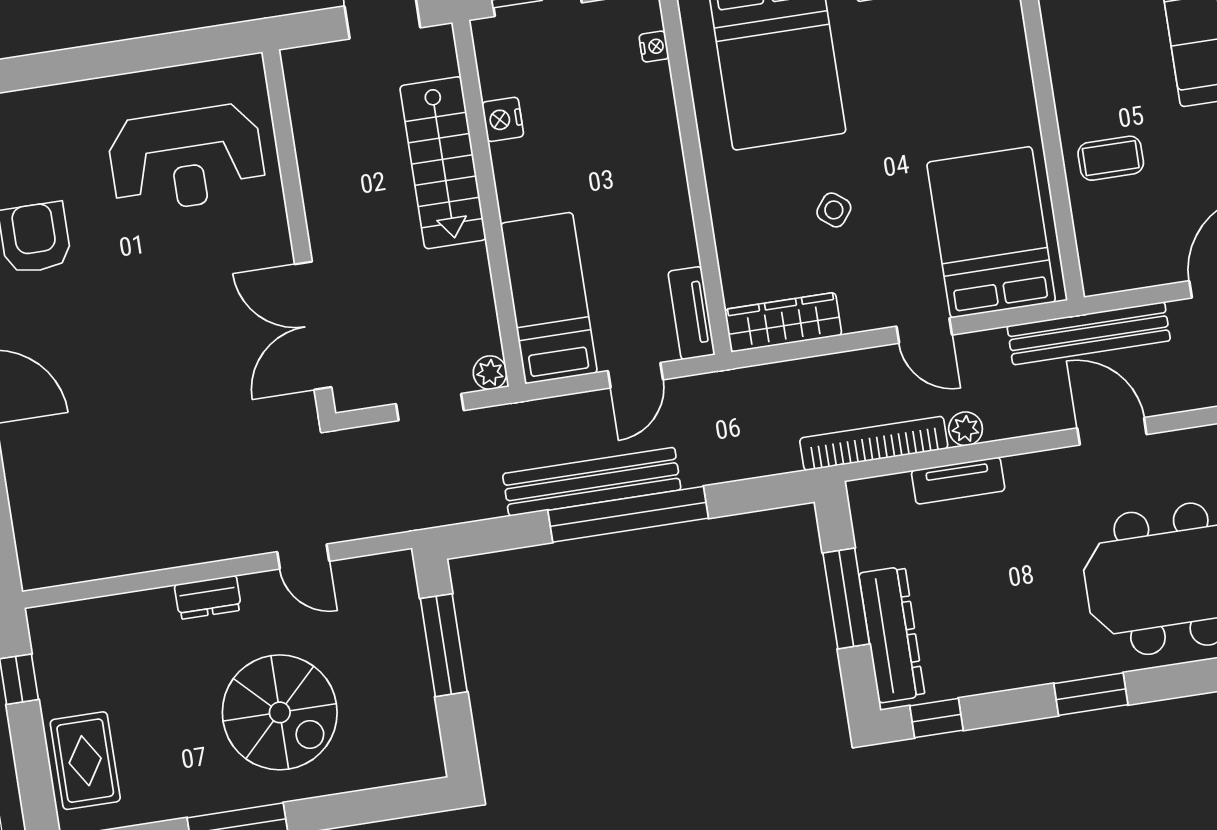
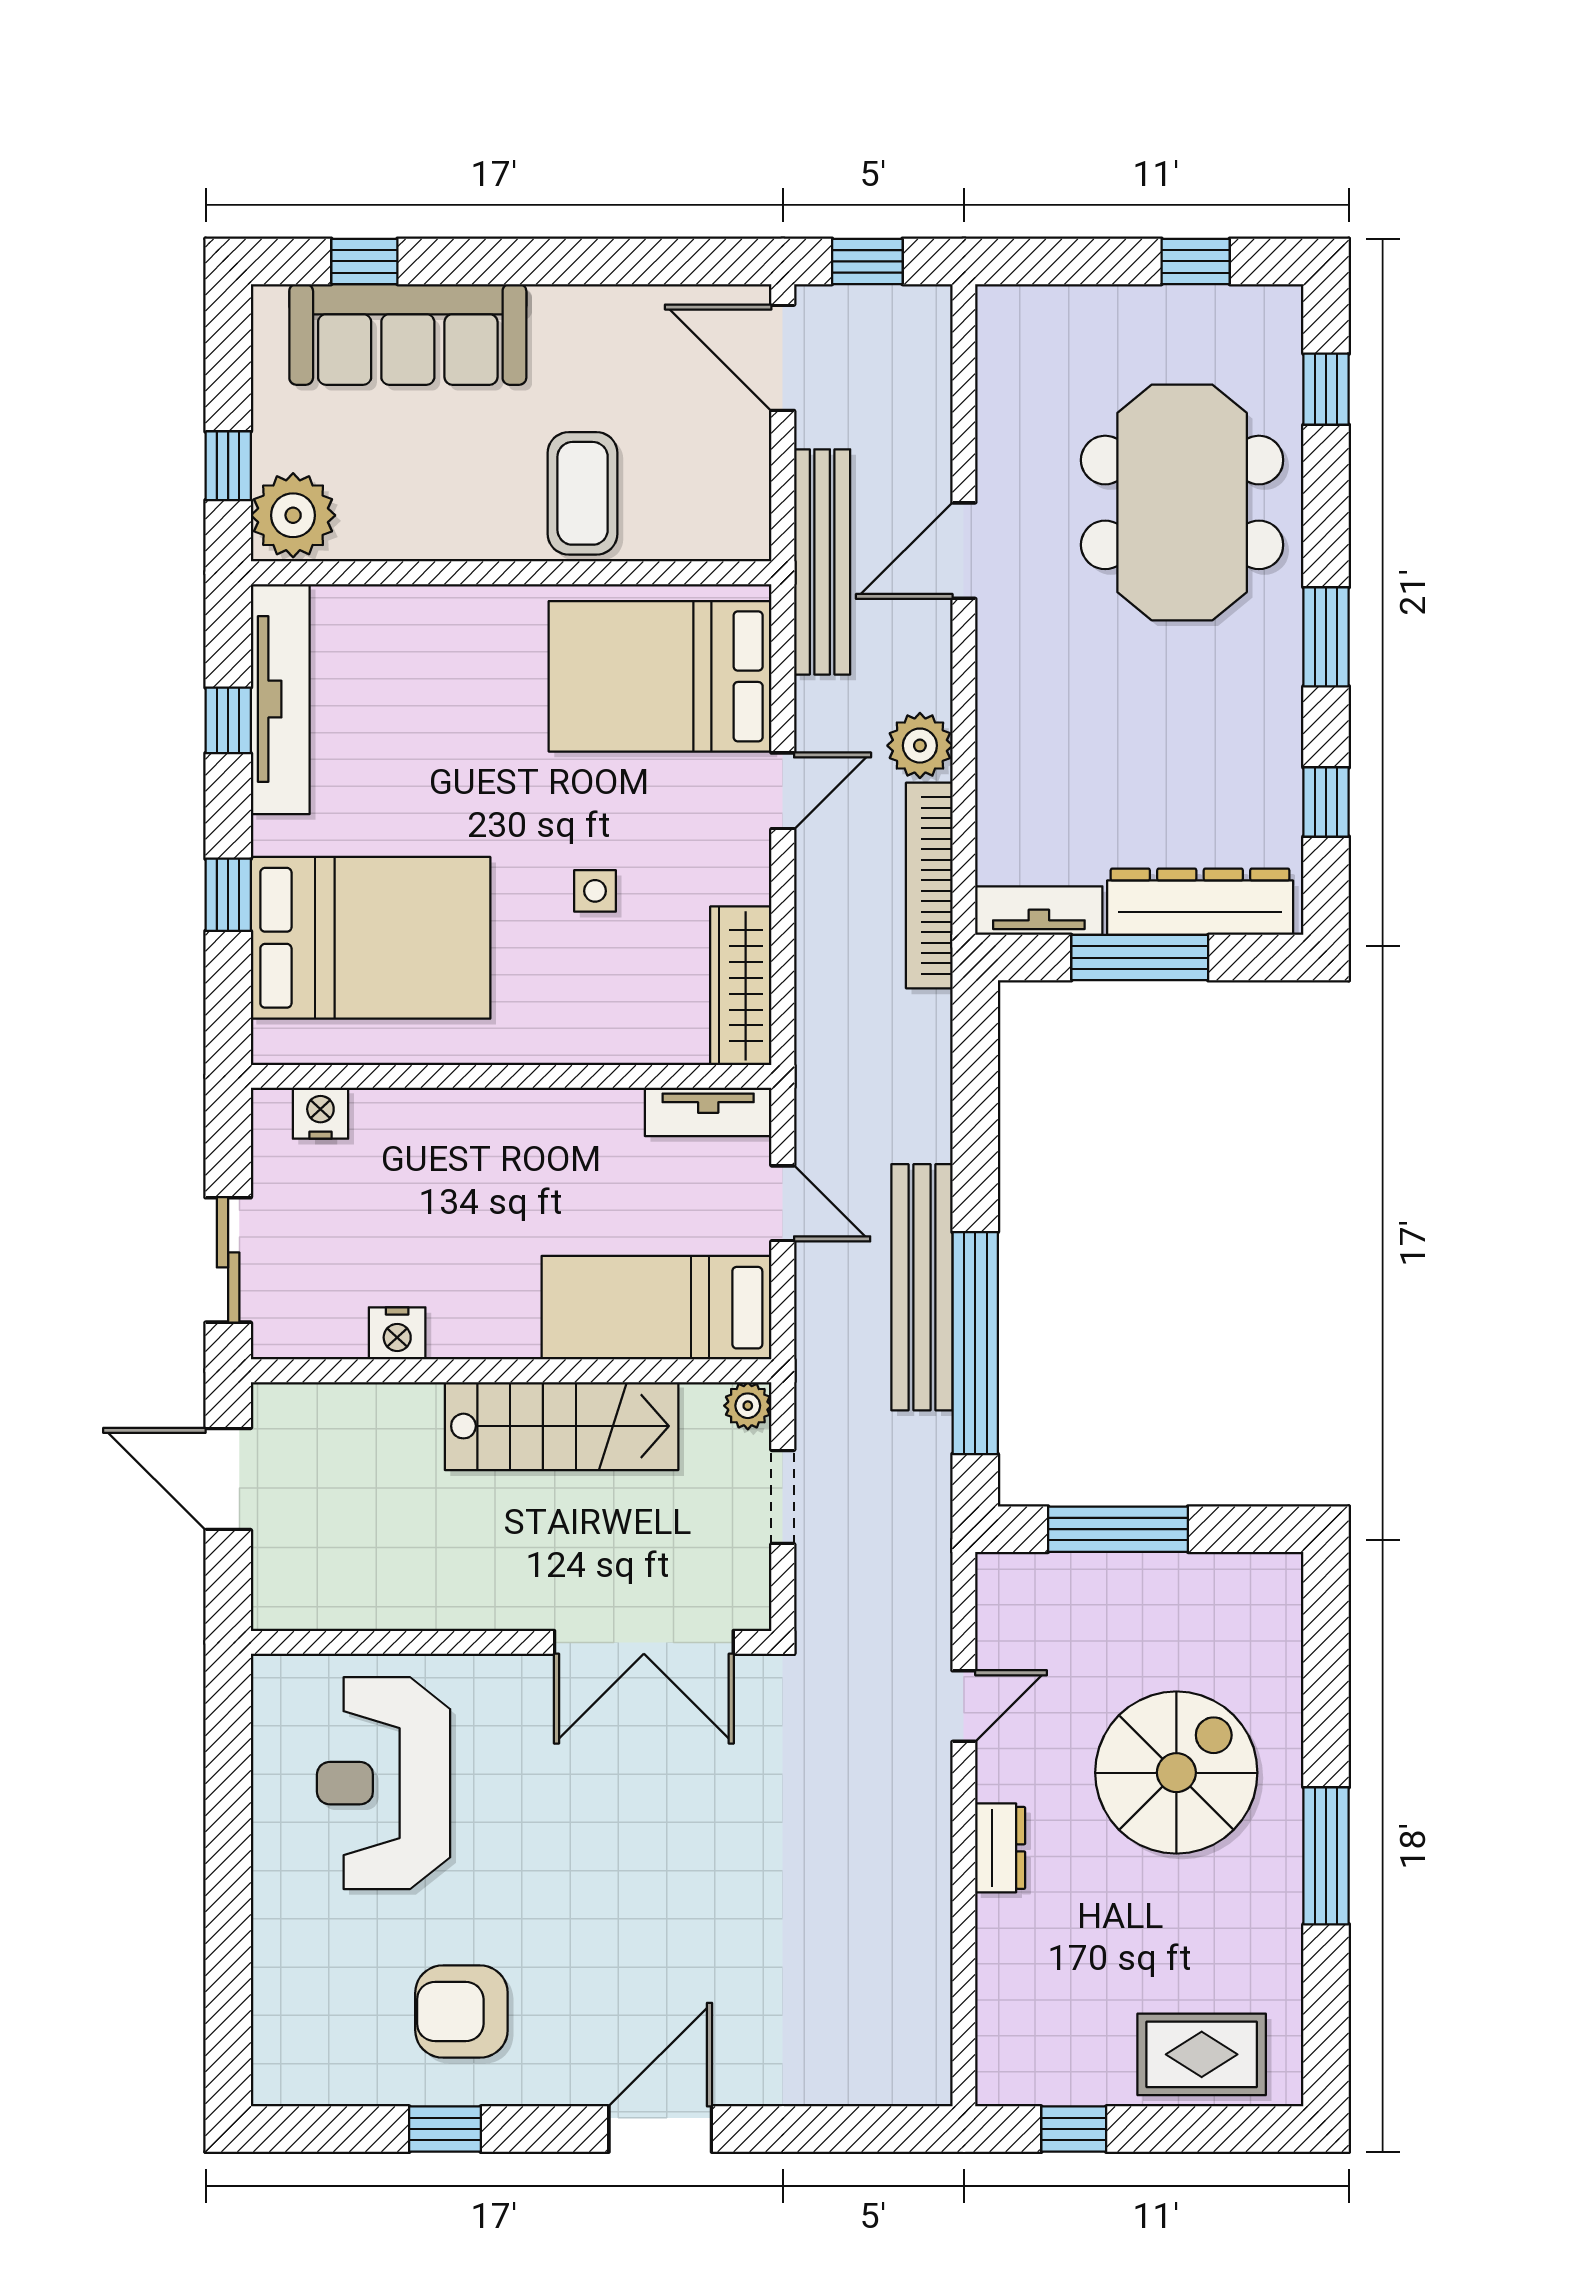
nightstand: (654, 47) -> (320, 1113), width x1.39, depth x1.35
coffee table: (1111, 158) -> (583, 493), width x1.36, depth x1.30
reception desk: (186, 159) -> (384, 1783), turned 180
stairs: (443, 163) -> (562, 1426), moved
side table: (834, 210) -> (595, 891), turned -38
plant: (966, 429) -> (920, 746), width x1.38, depth x1.38
tv unit: (958, 481) -> (1039, 911), moved, turned -90
window: (628, 514) -> (975, 1343), moved
window: (936, 718) -> (1326, 802), moved

